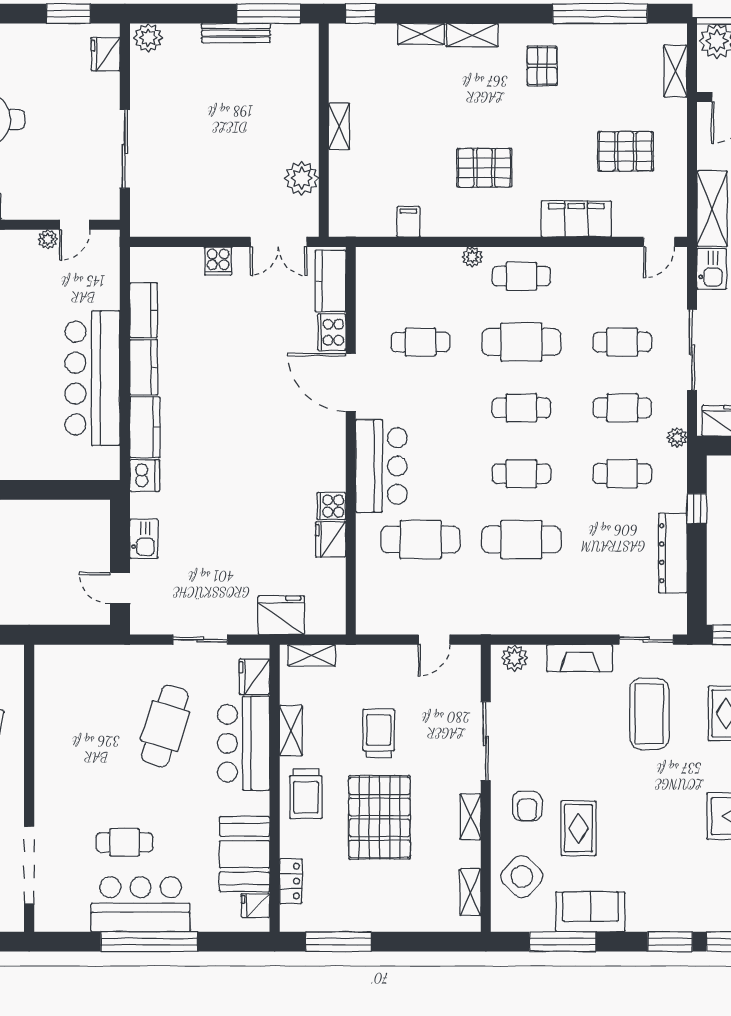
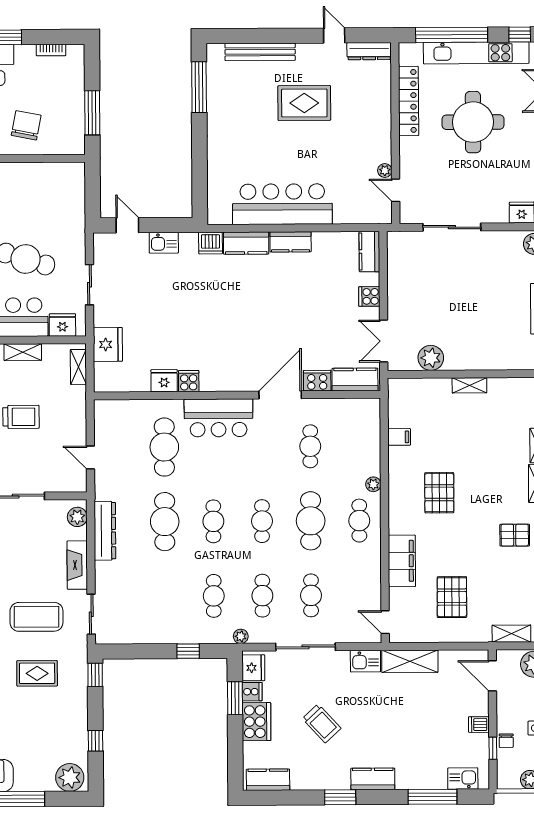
kitchen counter: (144, 310) -> (369, 251), moved, turned 90
dresser: (673, 553) -> (105, 531), moved, turned 90
door: (120, 588) -> (127, 225), hinge flipped

